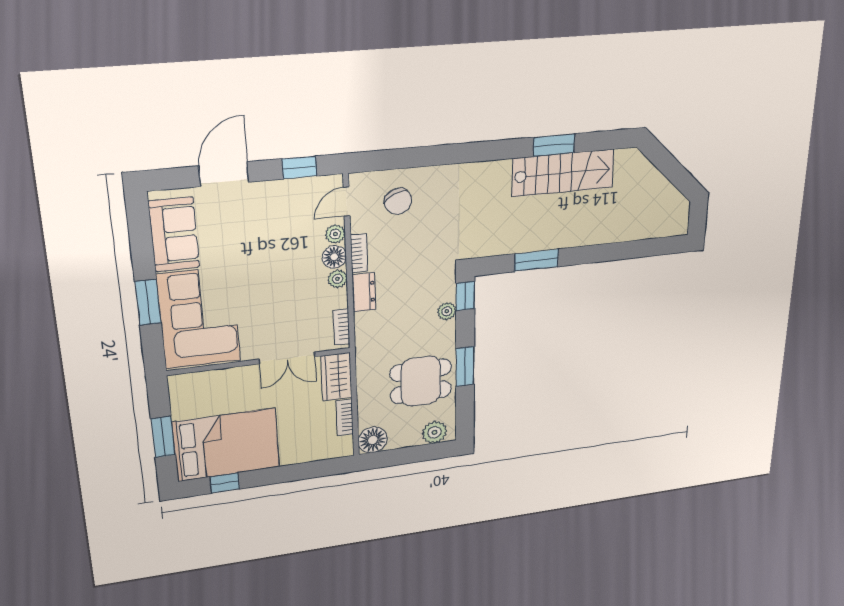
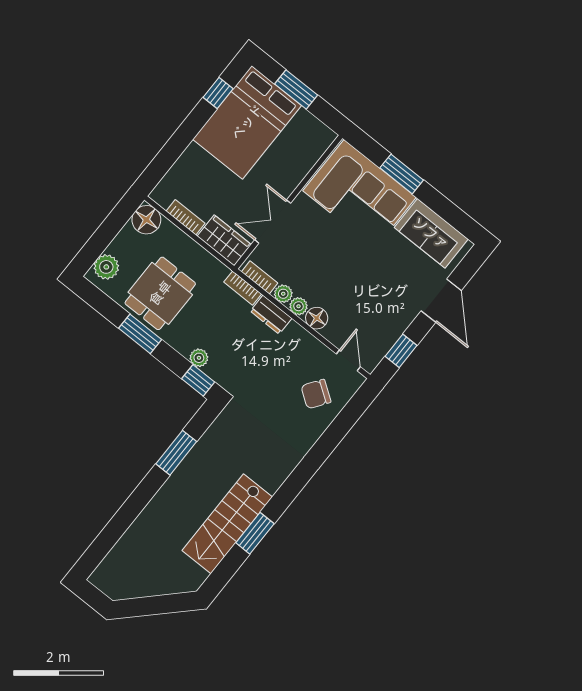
chair: (398, 201) -> (316, 394), turned -31
plant: (335, 234) -> (283, 294), moved
bookcase: (359, 253) -> (243, 288), moved

